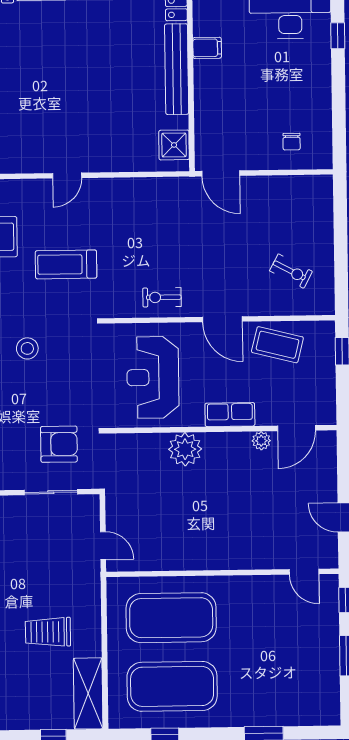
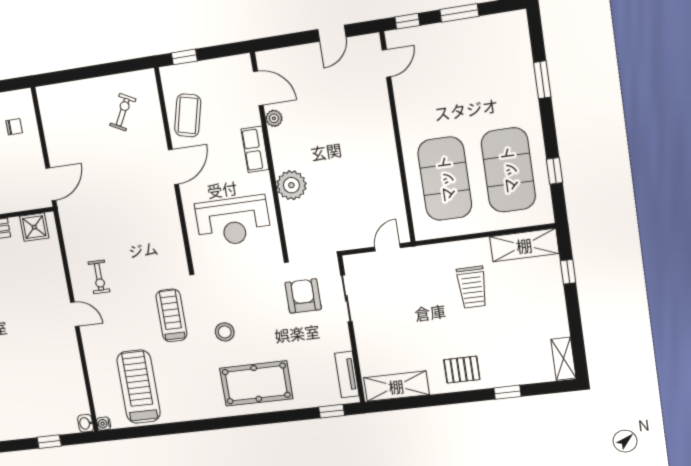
treadmill: (66, 264) -> (171, 315), moved, turned 180
exercise bike: (162, 297) -> (99, 277), moved

